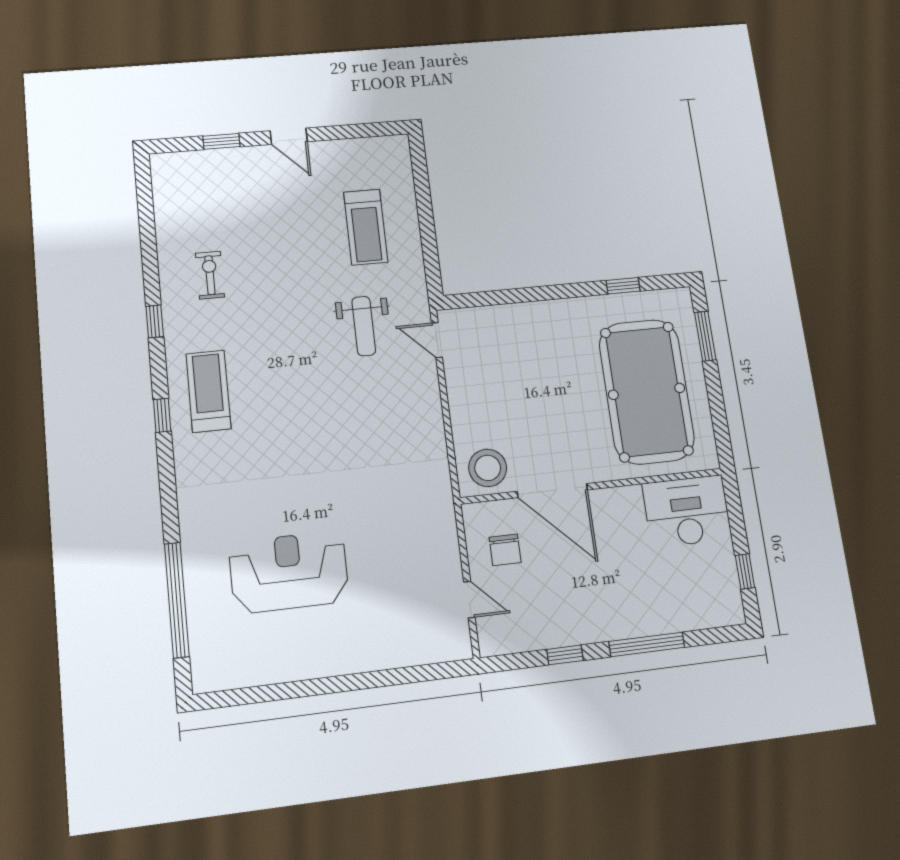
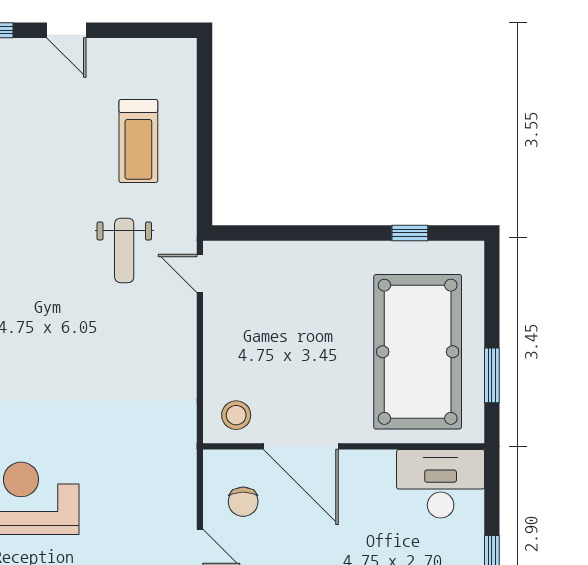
window: (705, 336) -> (492, 375), moved
stool: (488, 468) -> (236, 415), width x0.73, depth x0.73

